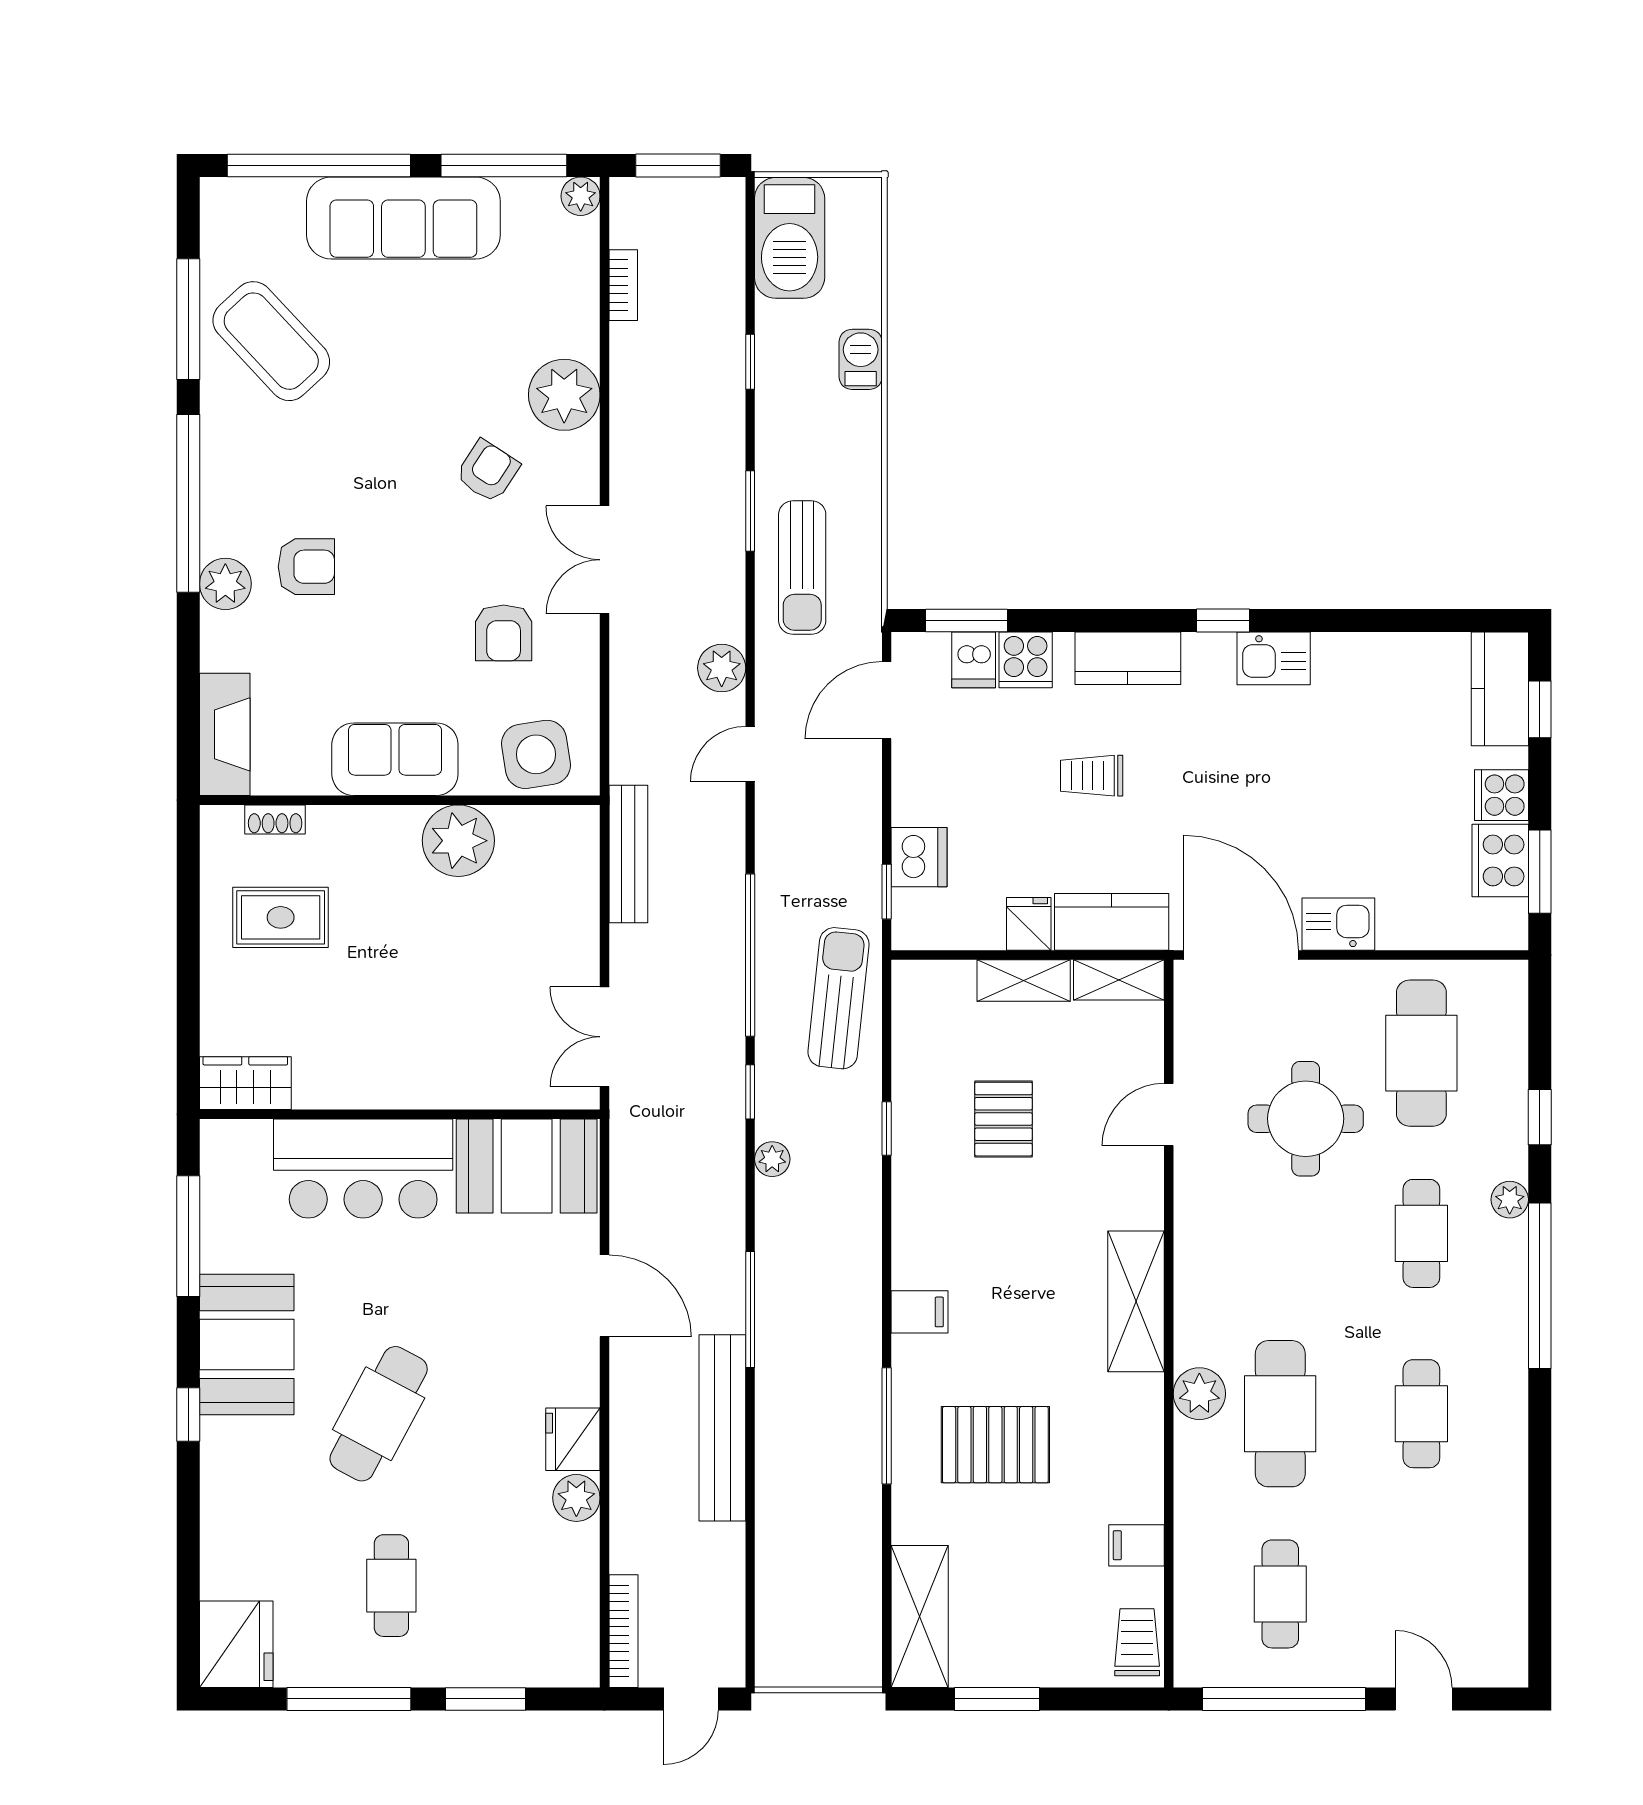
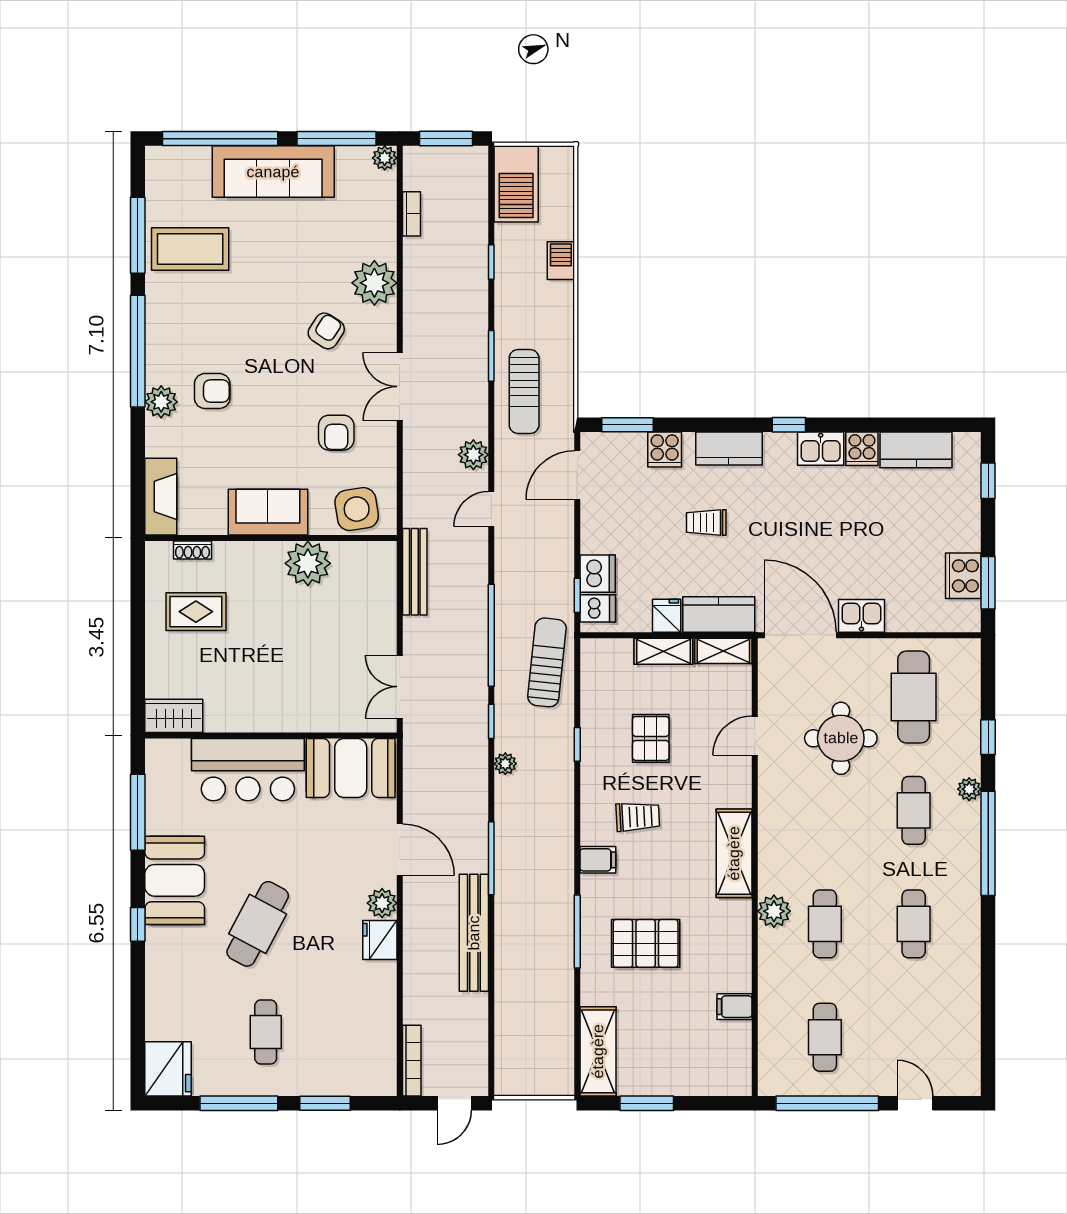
coffee table: (271, 341) -> (190, 249), turned -47
dishwasher: (974, 660) -> (598, 608), moved, turned -90
kitchen counter: (1500, 689) -> (916, 450), moved, turned -90
cooker: (1501, 795) -> (862, 449), moved, turned -90
cafe table: (1280, 1414) -> (825, 924), width x0.73, depth x0.74
plant: (576, 1498) -> (382, 903), moved
trolley: (1137, 1642) -> (638, 817), moved, turned 87

